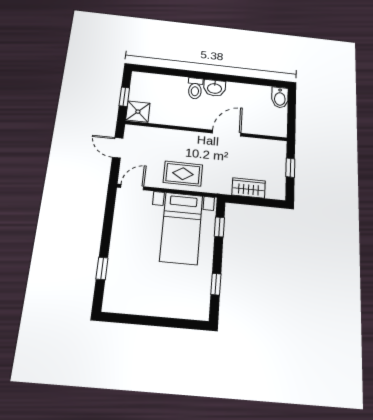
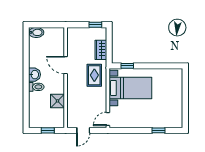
shower: (138, 112) -> (58, 101), moved
window: (290, 168) -> (95, 25), moved
rug: (183, 174) -> (94, 75), moved
door: (132, 187) -> (108, 119), hinge flipped
window: (216, 284) -> (162, 66), removed

